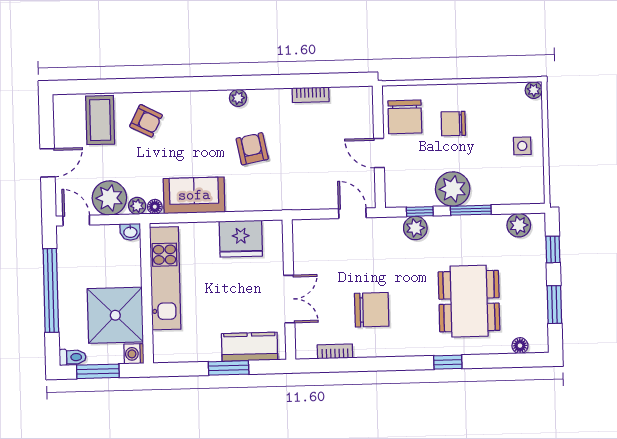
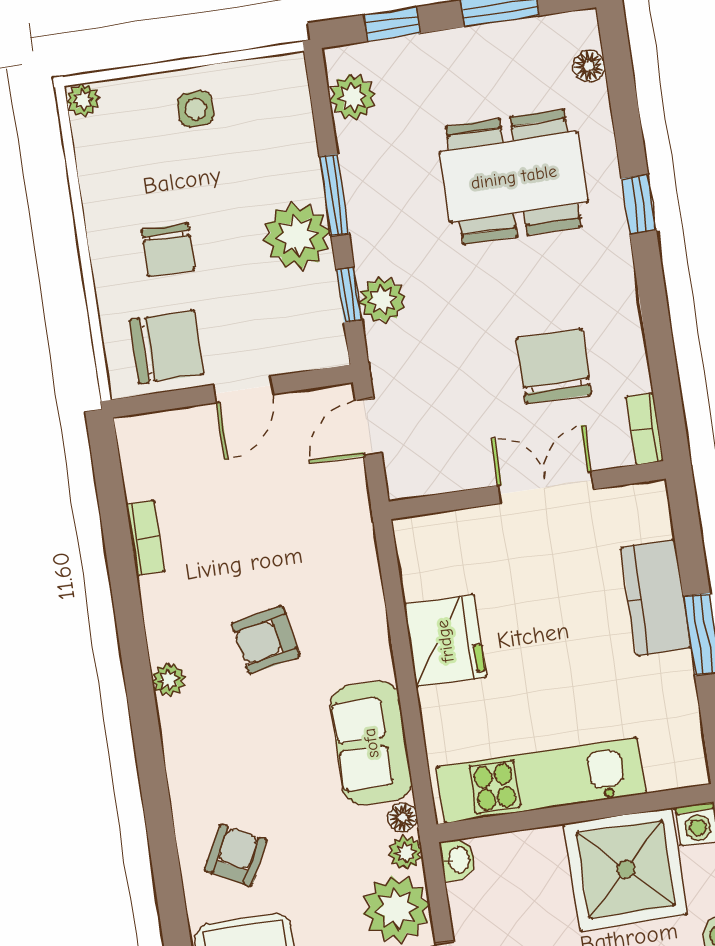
wall: (289, 290) -> (527, 490), moved
double door: (289, 299) -> (546, 487), moved

